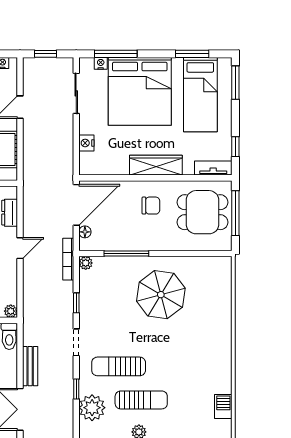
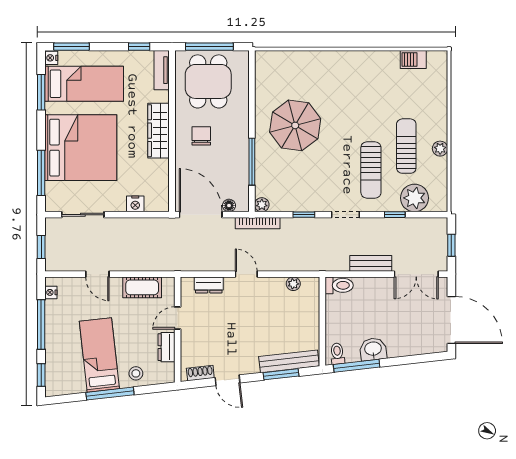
nightstand: (101, 63) -> (51, 58), moved
plant: (11, 311) -> (293, 284), moved

